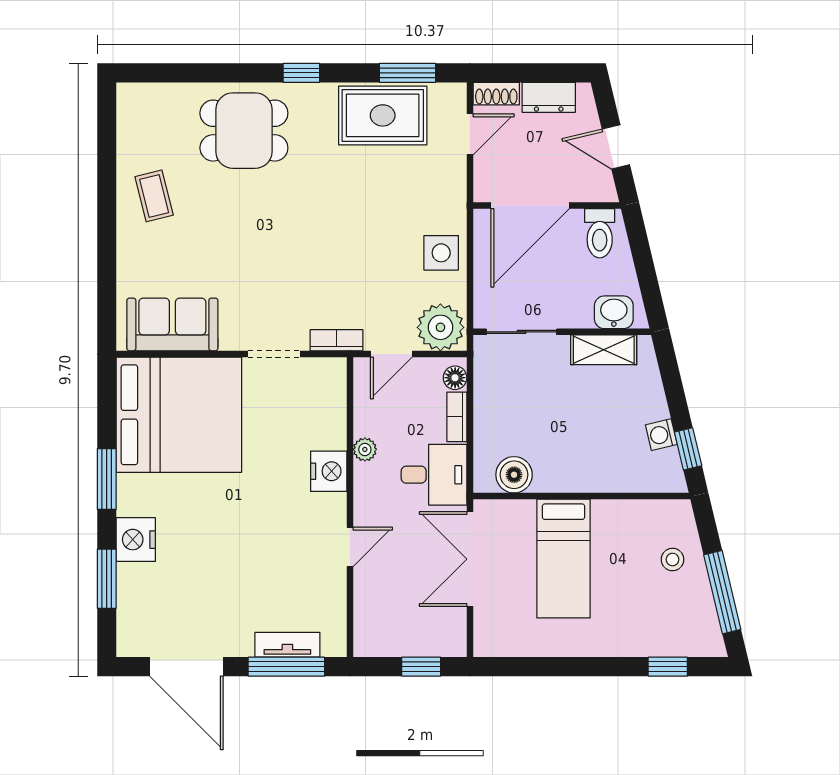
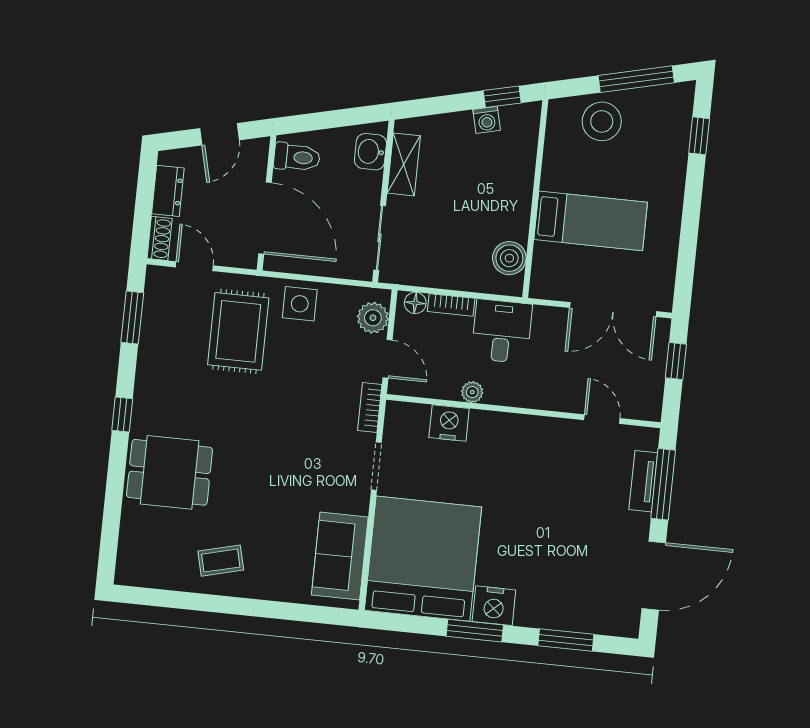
rug: (383, 115) -> (238, 331), moved
dining table: (244, 131) -> (170, 472), turned 90
plant: (440, 327) -> (373, 318), width x0.73, depth x0.73
nightstand: (329, 471) -> (449, 423), moved
nightstand: (136, 540) -> (494, 606), moved
door: (350, 547) -> (602, 419), moved
double door: (470, 559) -> (613, 310), moved
stool: (673, 559) -> (602, 121), width x1.89, depth x1.89

